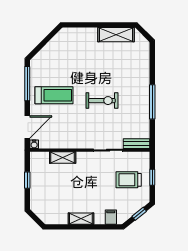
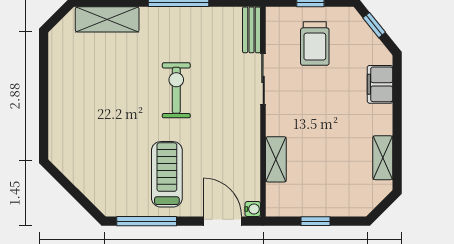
shelving: (116, 35) -> (107, 19), moved, turned 90
filing cabinet: (111, 217) -> (380, 84), width x2.00
shelving: (81, 219) -> (383, 158), moved

